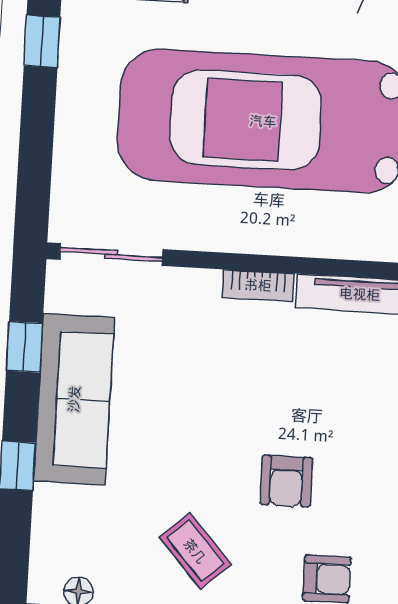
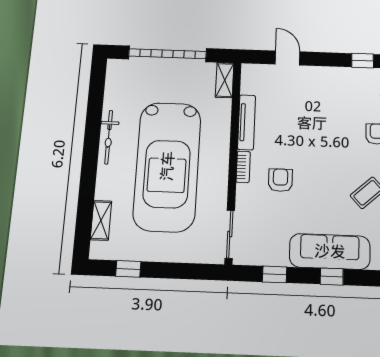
sofa: (74, 399) -> (330, 251), moved
armchair: (286, 481) -> (280, 180), moved, turned -90

